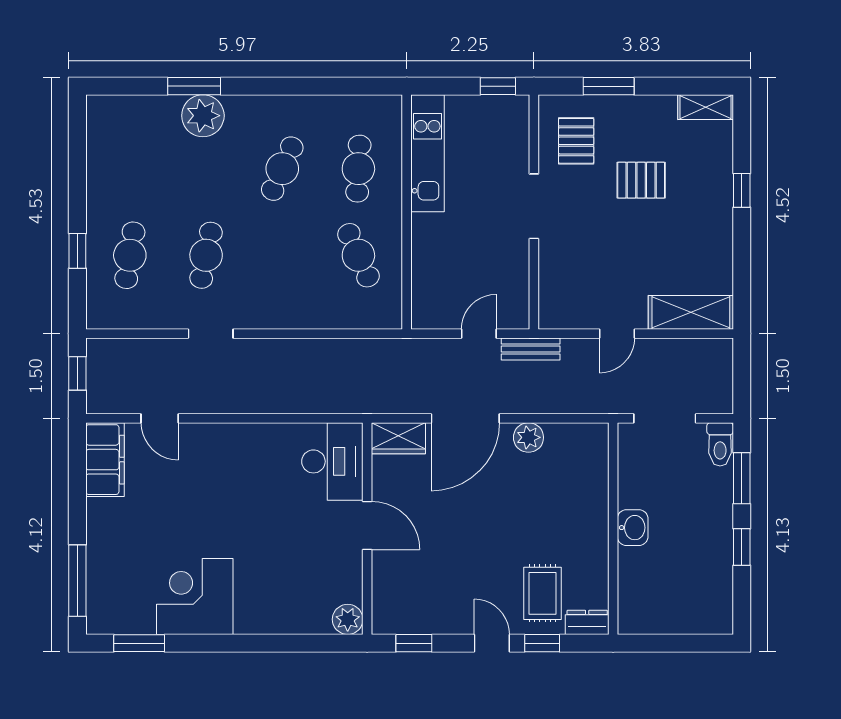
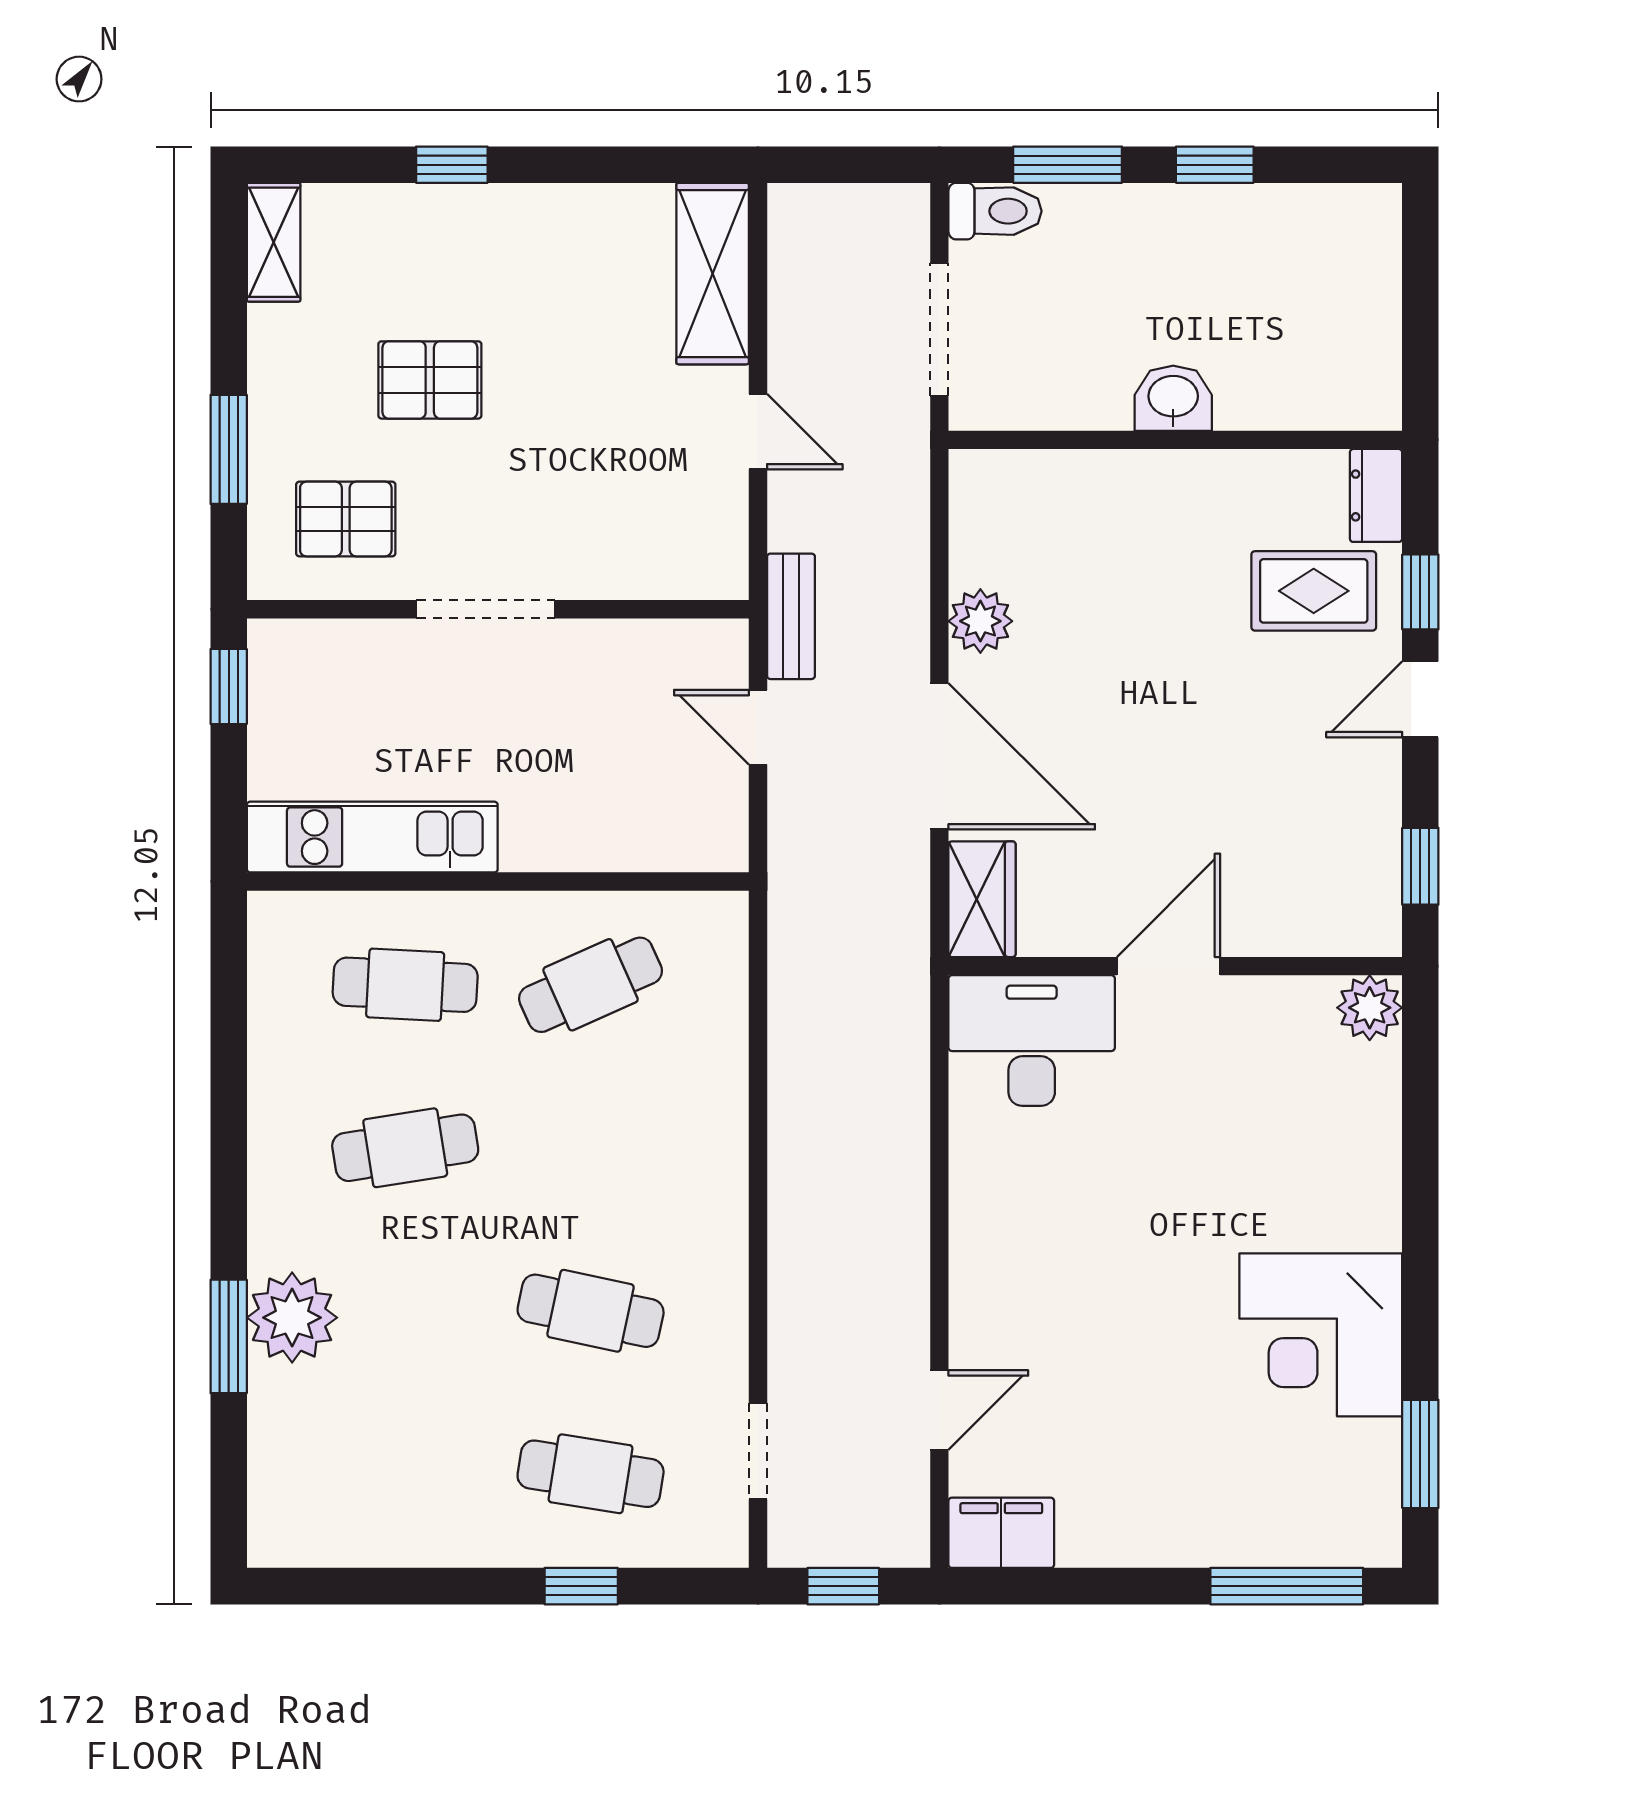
cafe table: (282, 169) -> (405, 1148), turned -33
pallet: (641, 180) -> (430, 380), turned 90
doorway: (211, 334) -> (758, 1451), moved
filing cabinet: (105, 460) -> (1001, 1533), width x0.67, depth x0.86

